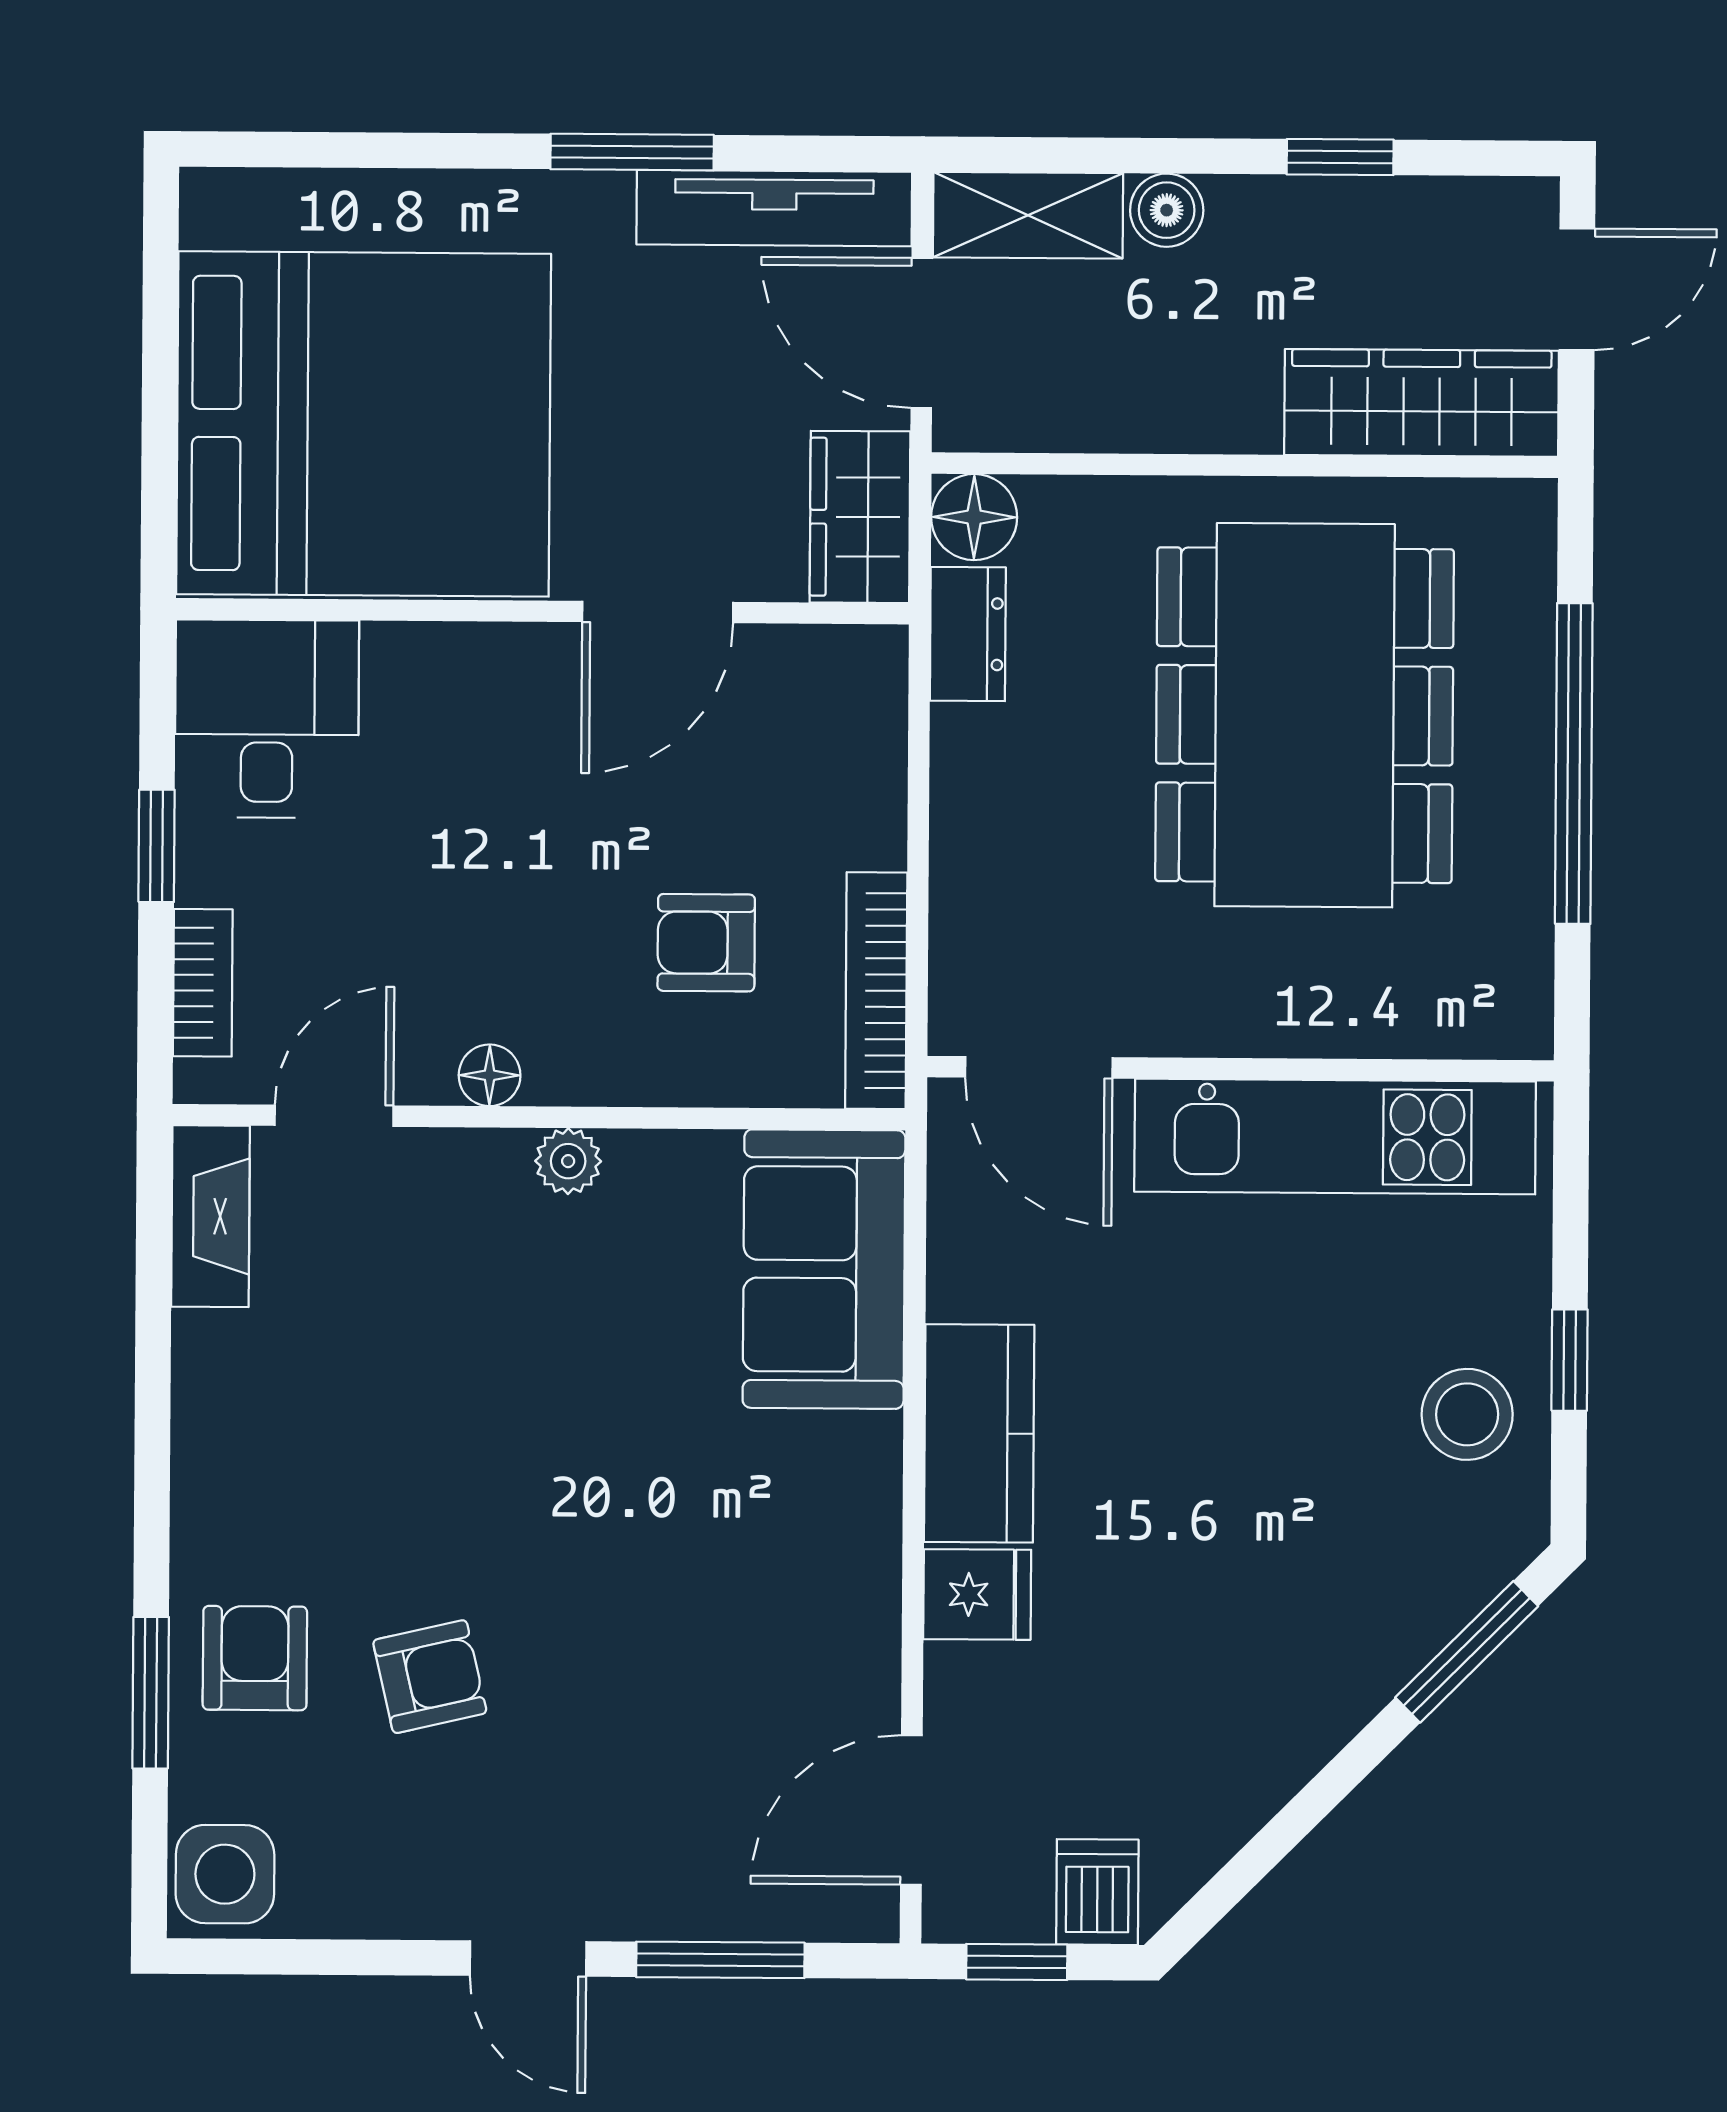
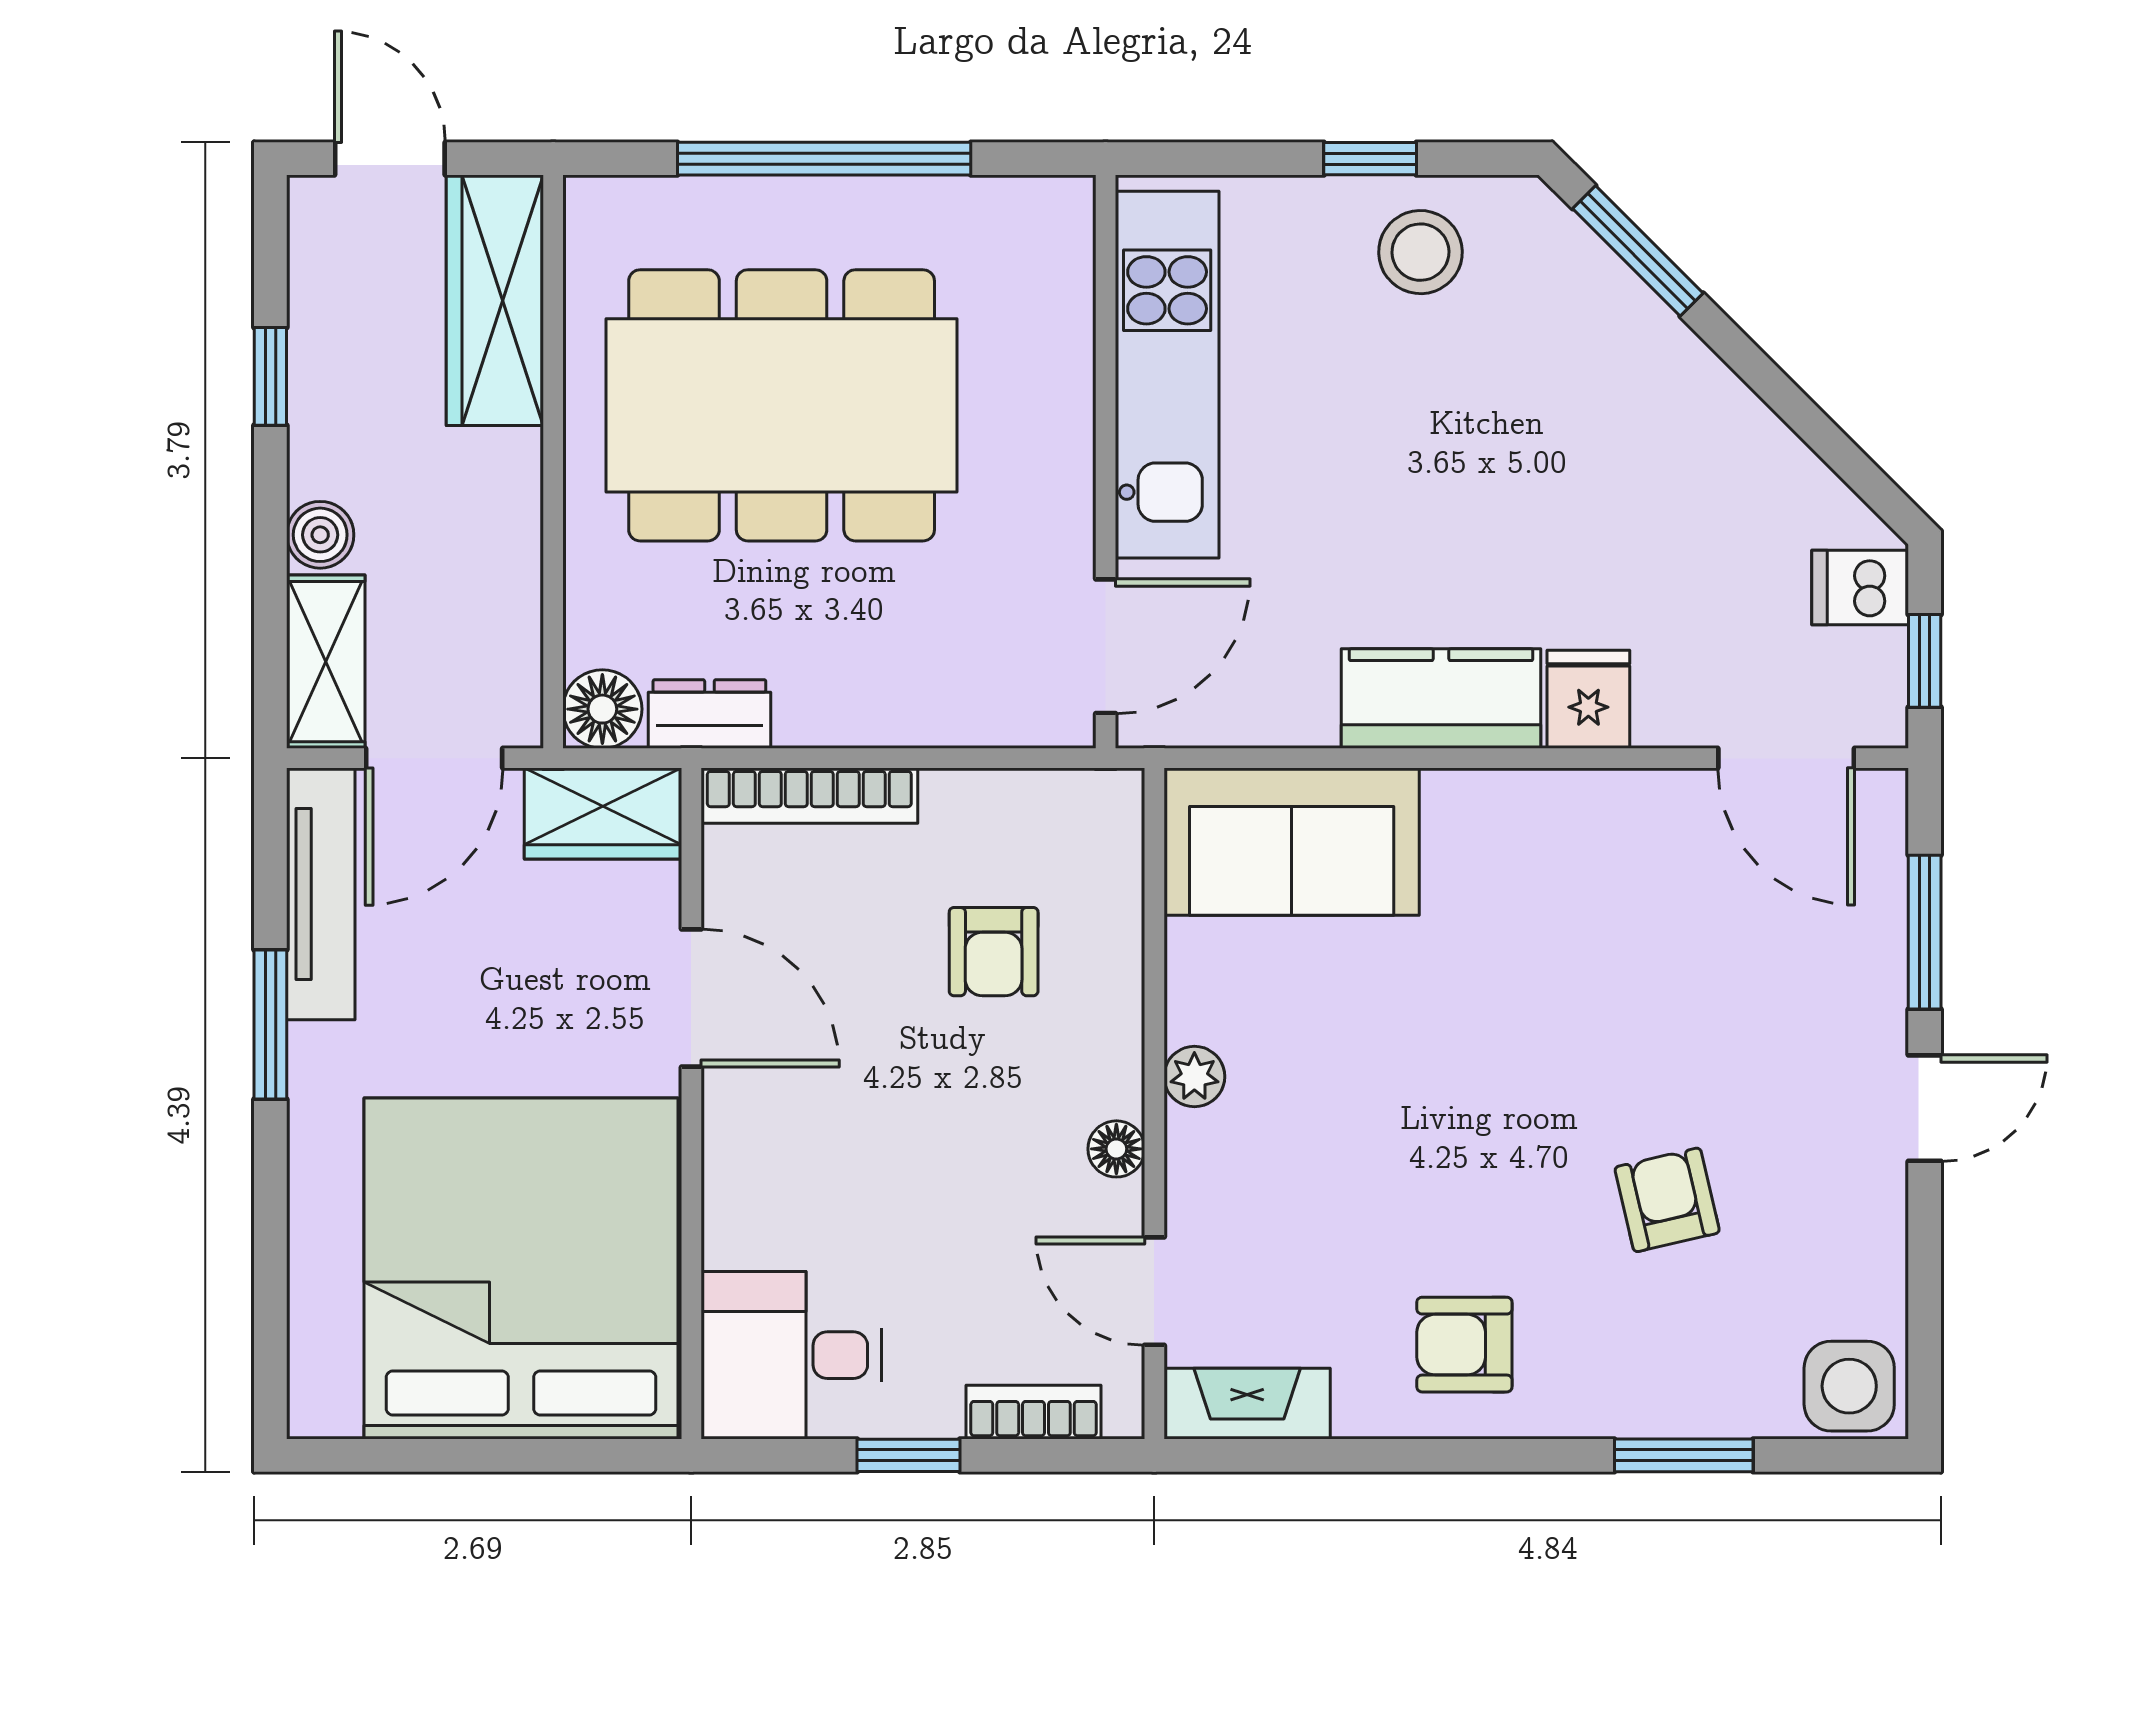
bookcase: (876, 991) -> (809, 796), moved
armchair: (255, 1658) -> (1464, 1345), moved

